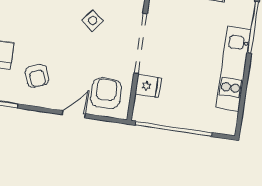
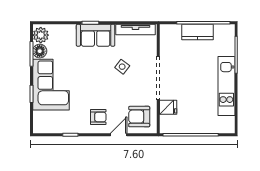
armchair: (37, 76) -> (98, 117), moved, turned -69
armchair: (106, 93) -> (139, 117), turned -90

